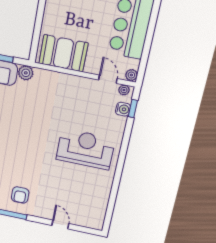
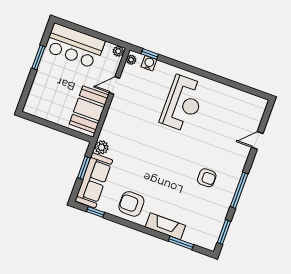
door: (108, 79) -> (114, 85), moved
reception desk: (85, 149) -> (183, 104), turned 180
armchair: (20, 195) -> (207, 178), moved

